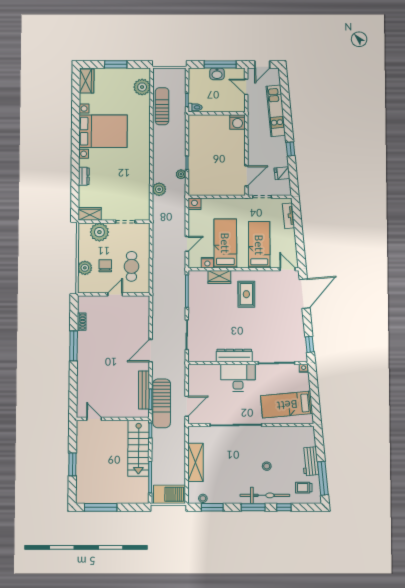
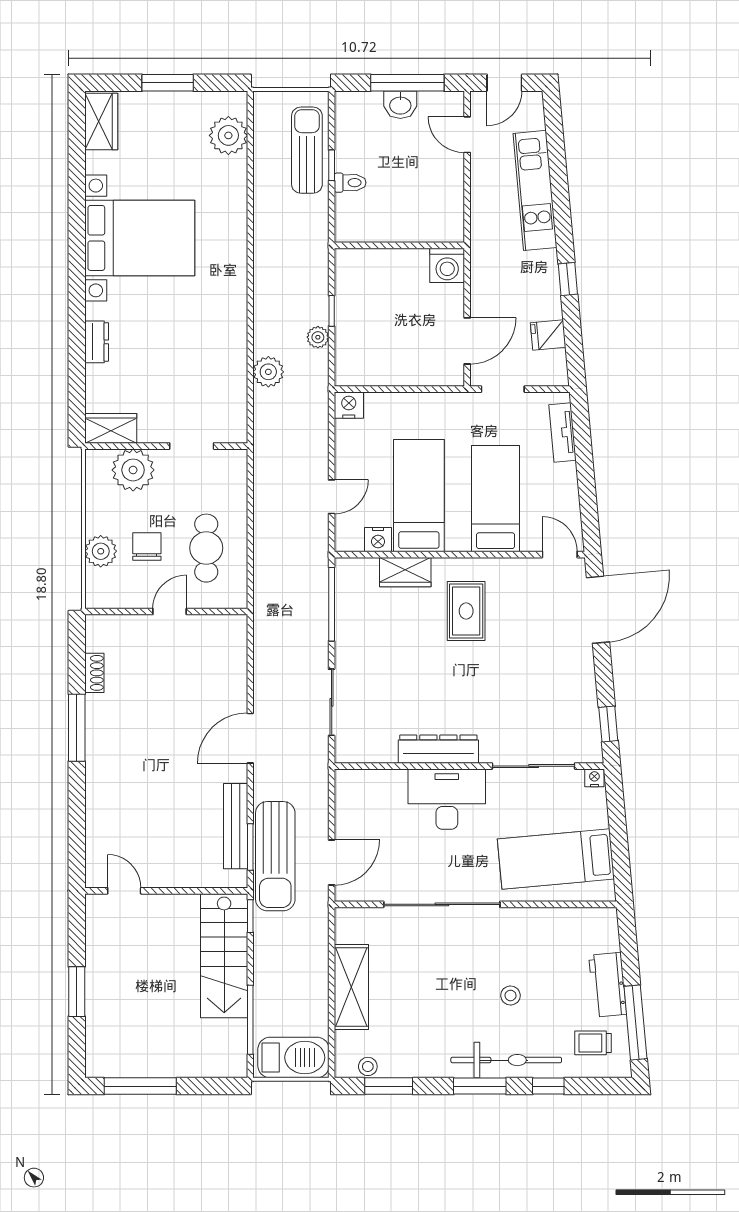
sun lounger: (162, 106) -> (307, 150), moved
wall: (217, 113) -> (399, 245), moved
washing machine: (238, 122) -> (447, 265), moved

